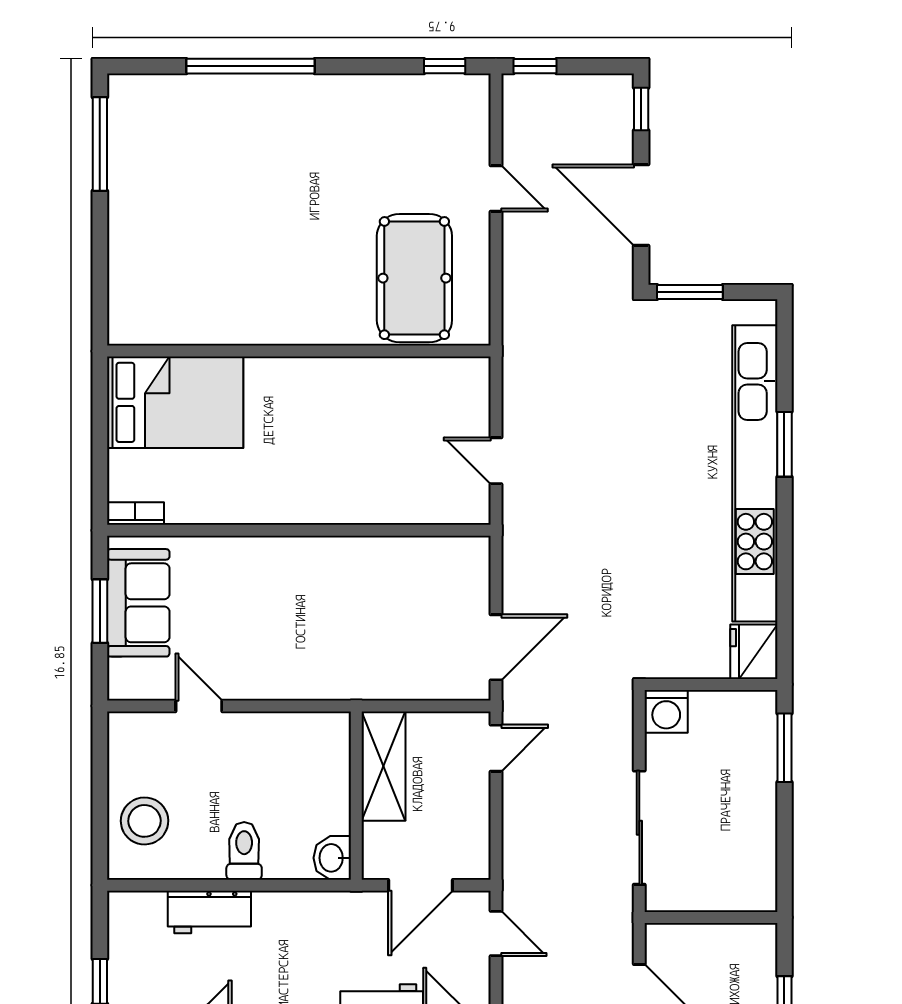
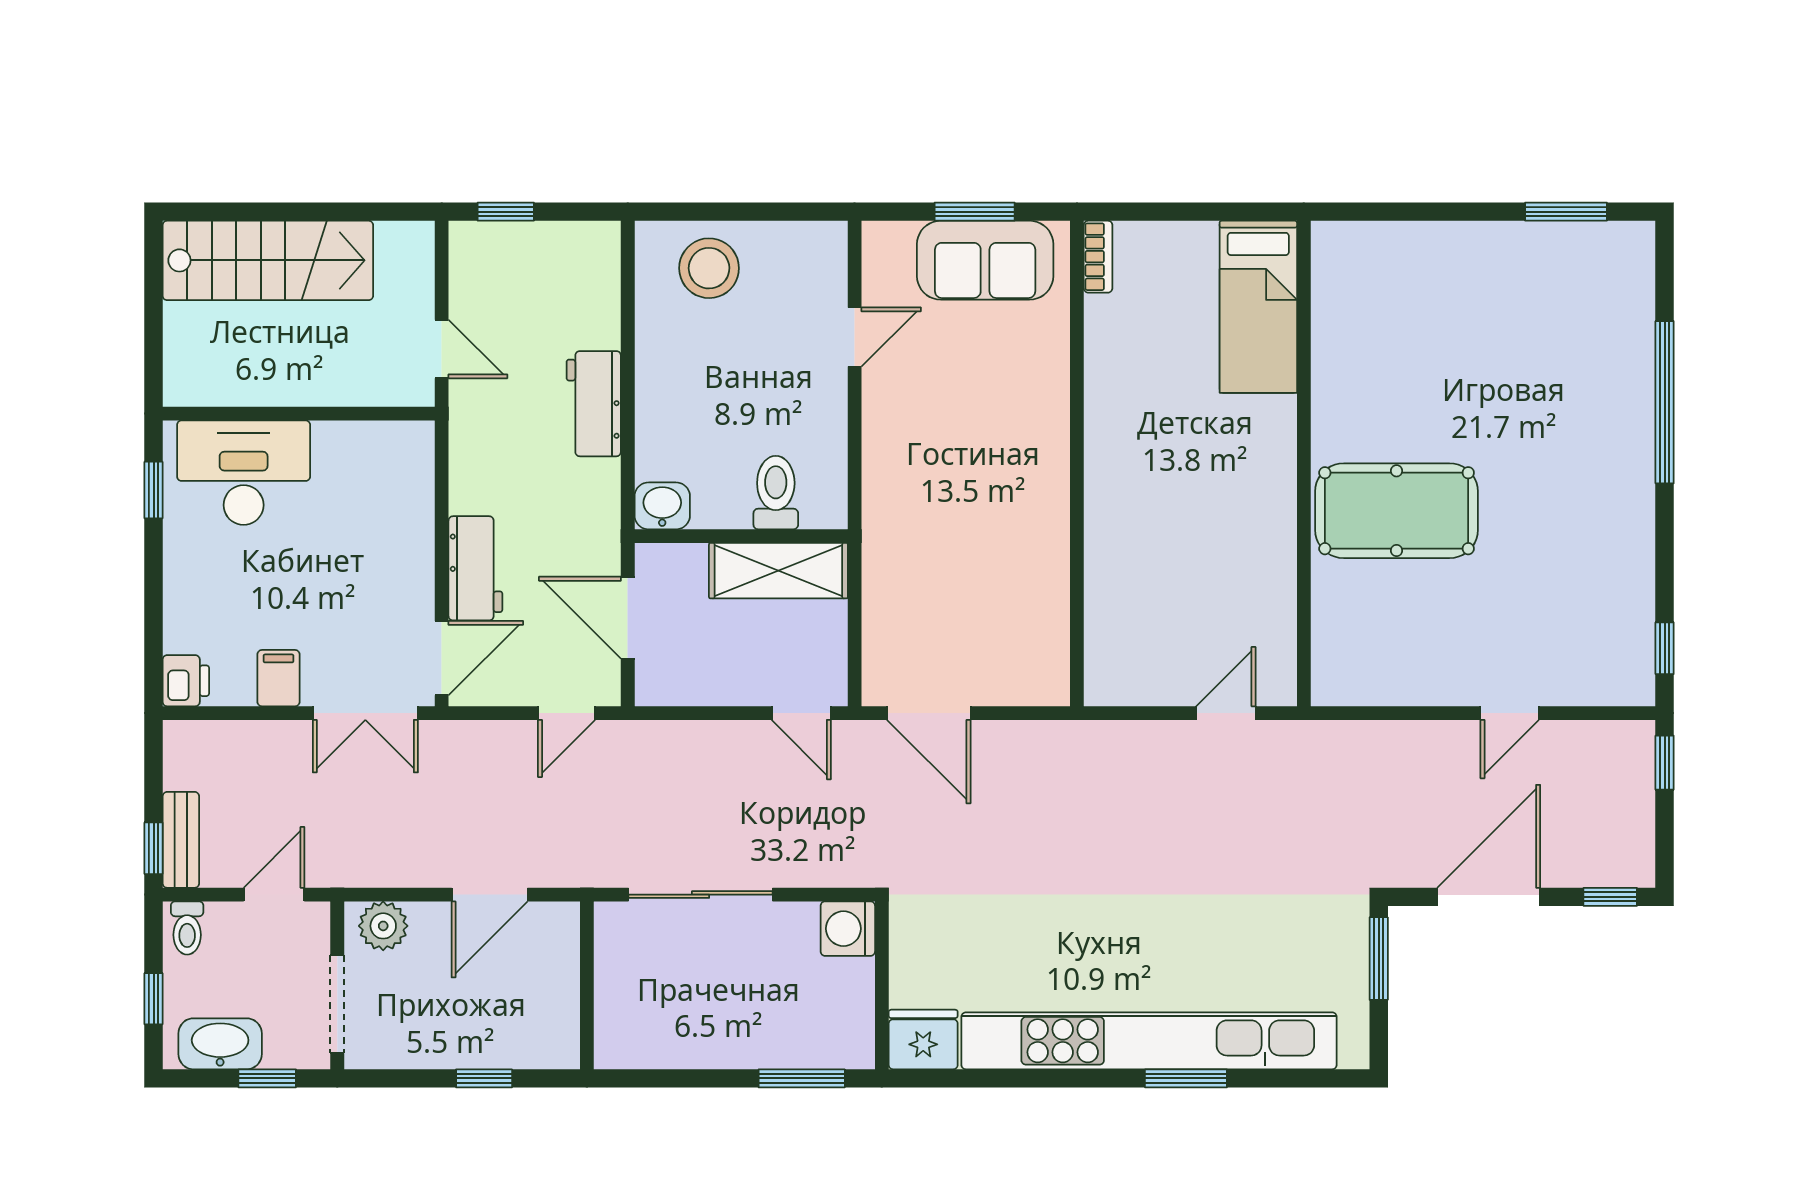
window: (100, 144) -> (1566, 212), width x0.69
pool table: (414, 278) -> (1397, 511), moved
bed: (175, 402) -> (1258, 307), width x0.67
door: (496, 461) -> (1226, 713), moved
toilet: (244, 851) -> (776, 493), moved, turned -90
workbench: (209, 912) -> (594, 404), moved

